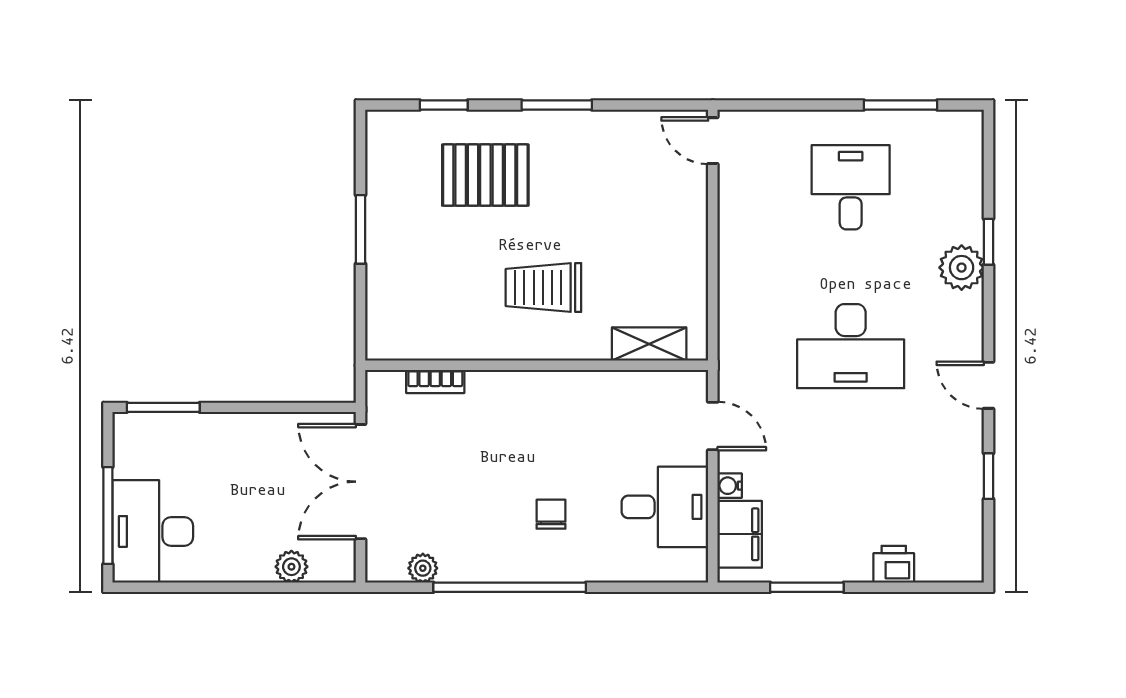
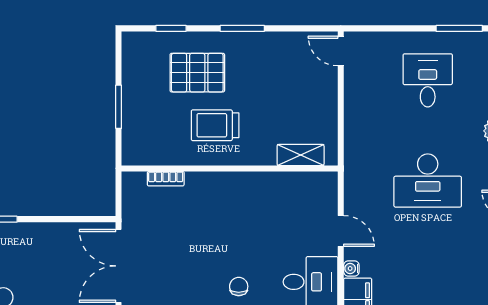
trolley: (543, 288) -> (215, 125), moved
shelving: (649, 344) -> (301, 155), moved
wall: (537, 365) -> (230, 168), moved
bookcase: (435, 381) -> (166, 179), moved

